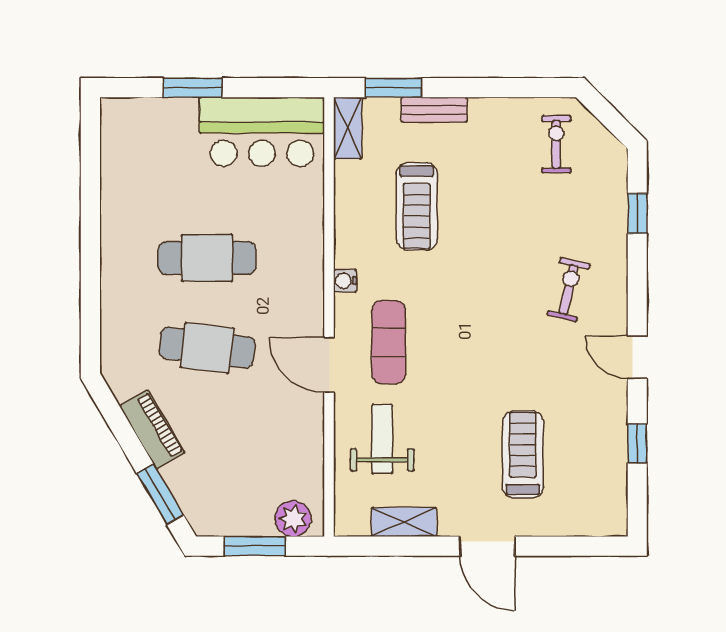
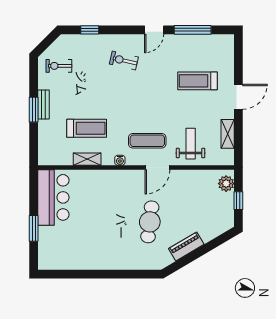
window: (394, 88) -> (34, 110), moved
bench: (434, 110) -> (44, 104), moved
shelving: (348, 128) -> (87, 159), moved
cafe table: (207, 258) -> (110, 222), removed
weight bench: (382, 439) -> (191, 144), turned 90
window: (637, 444) -> (193, 30), width x2.17
window: (160, 494) -> (215, 243), removed
window: (255, 546) -> (238, 201), width x0.67

